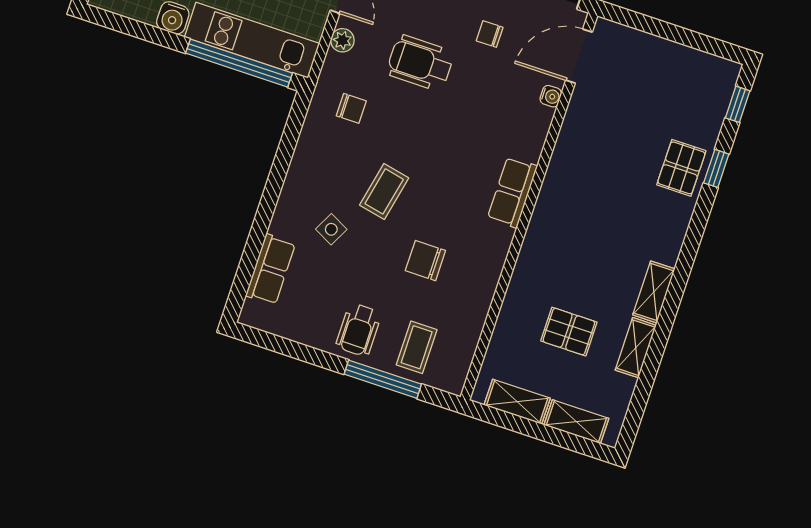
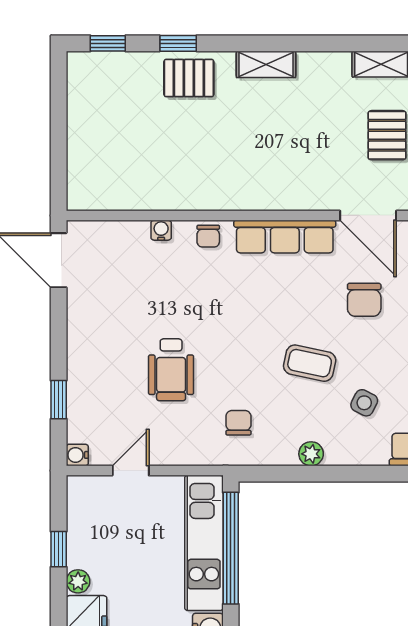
chair: (490, 34) -> (208, 236), moved
plant: (342, 40) -> (311, 454), moved
door: (579, 56) -> (368, 215), moved
row of seats: (512, 192) -> (285, 237), width x1.48
shelving: (654, 292) -> (266, 64), moved

